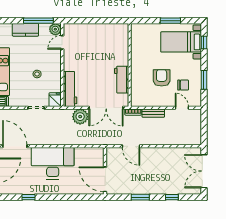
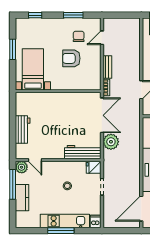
bed with nightstands: (181, 42) -> (33, 69), moved, turned 180
workbench: (122, 80) -> (23, 129), moved, turned -90

